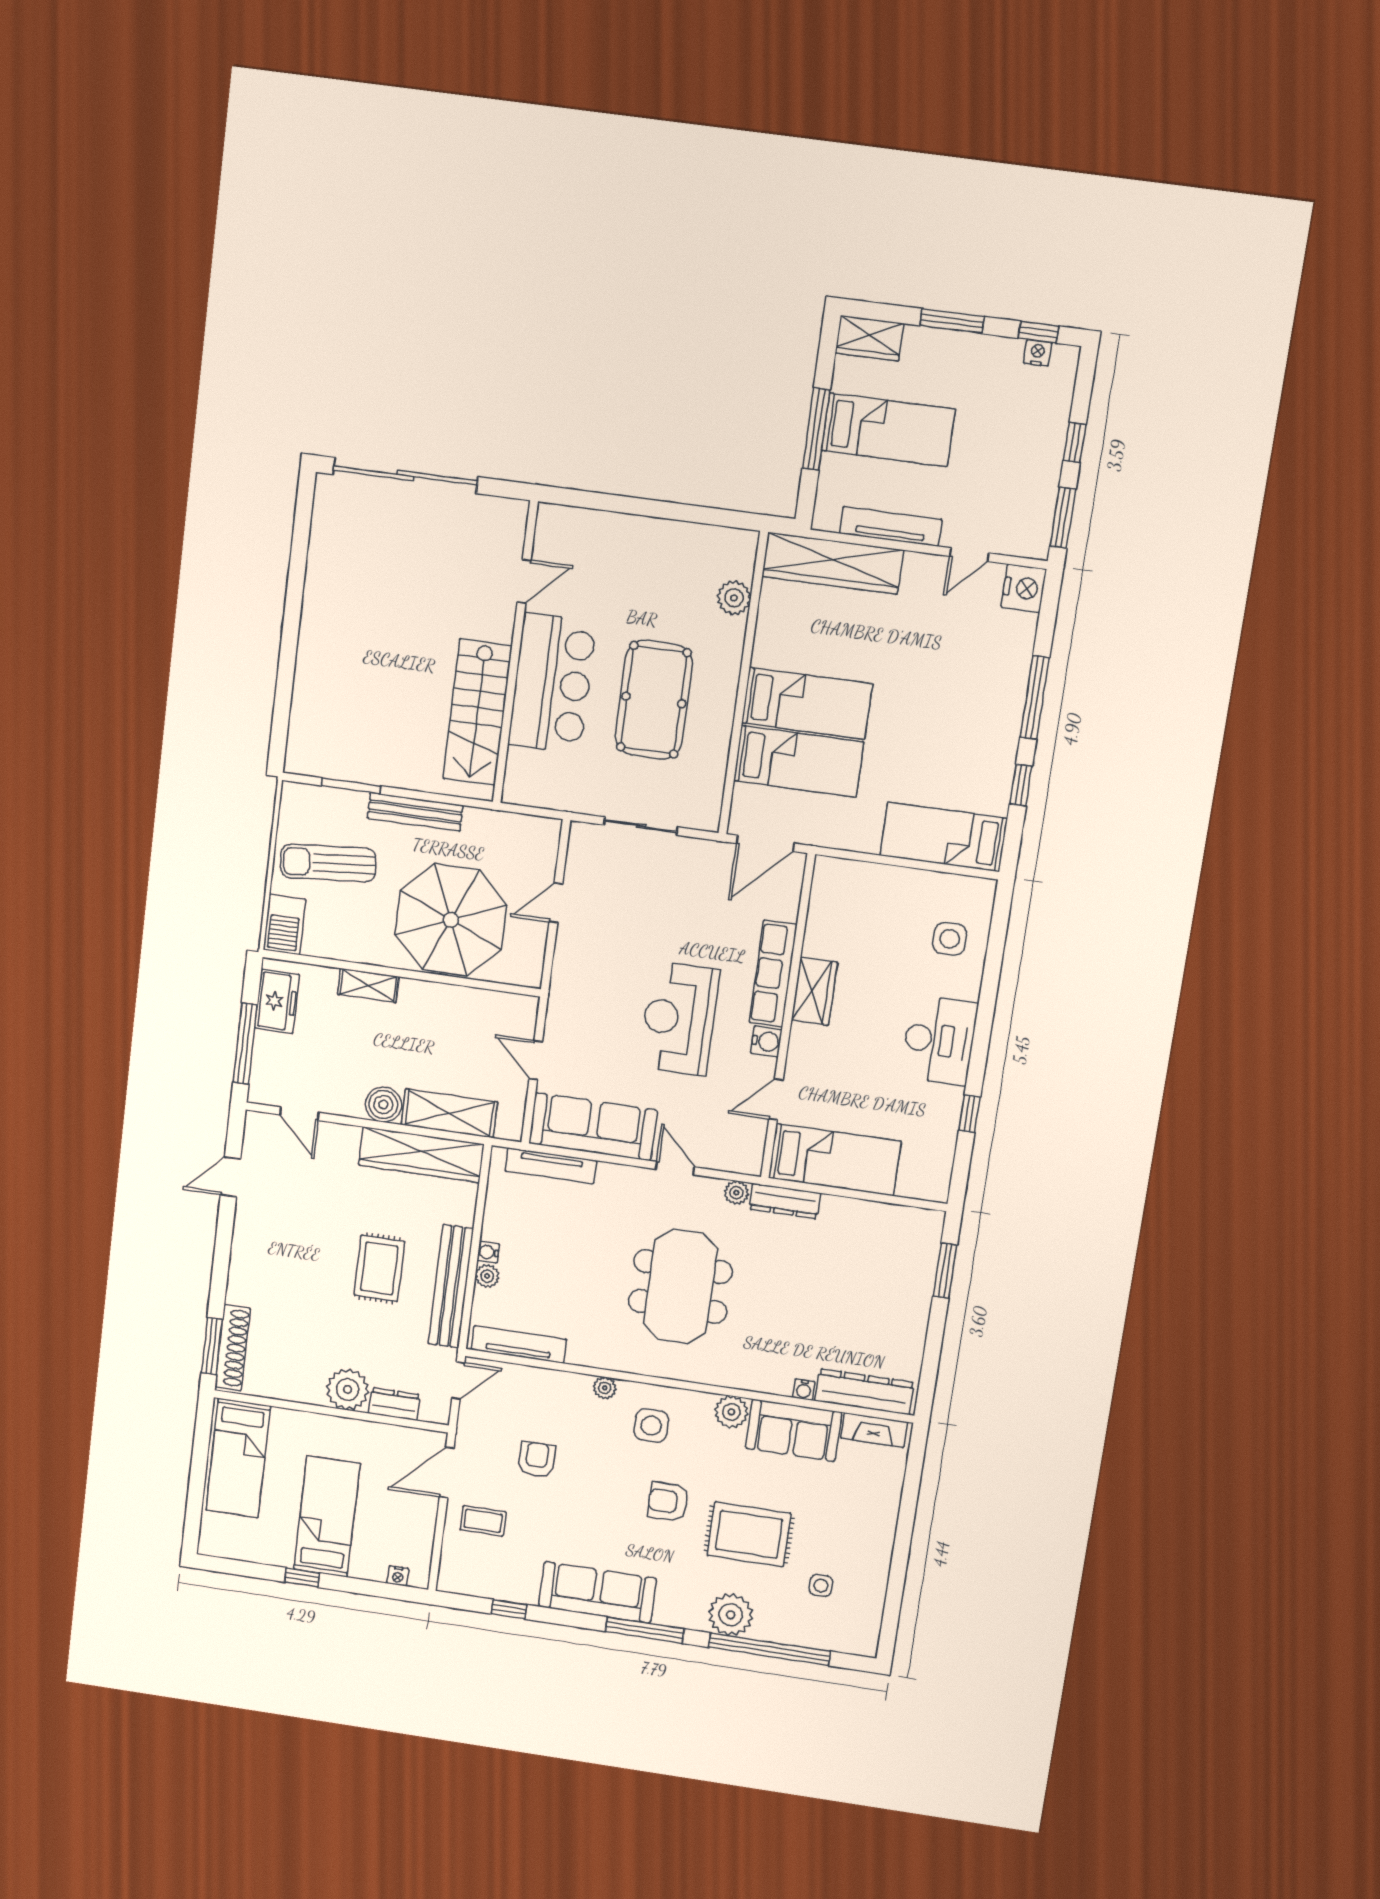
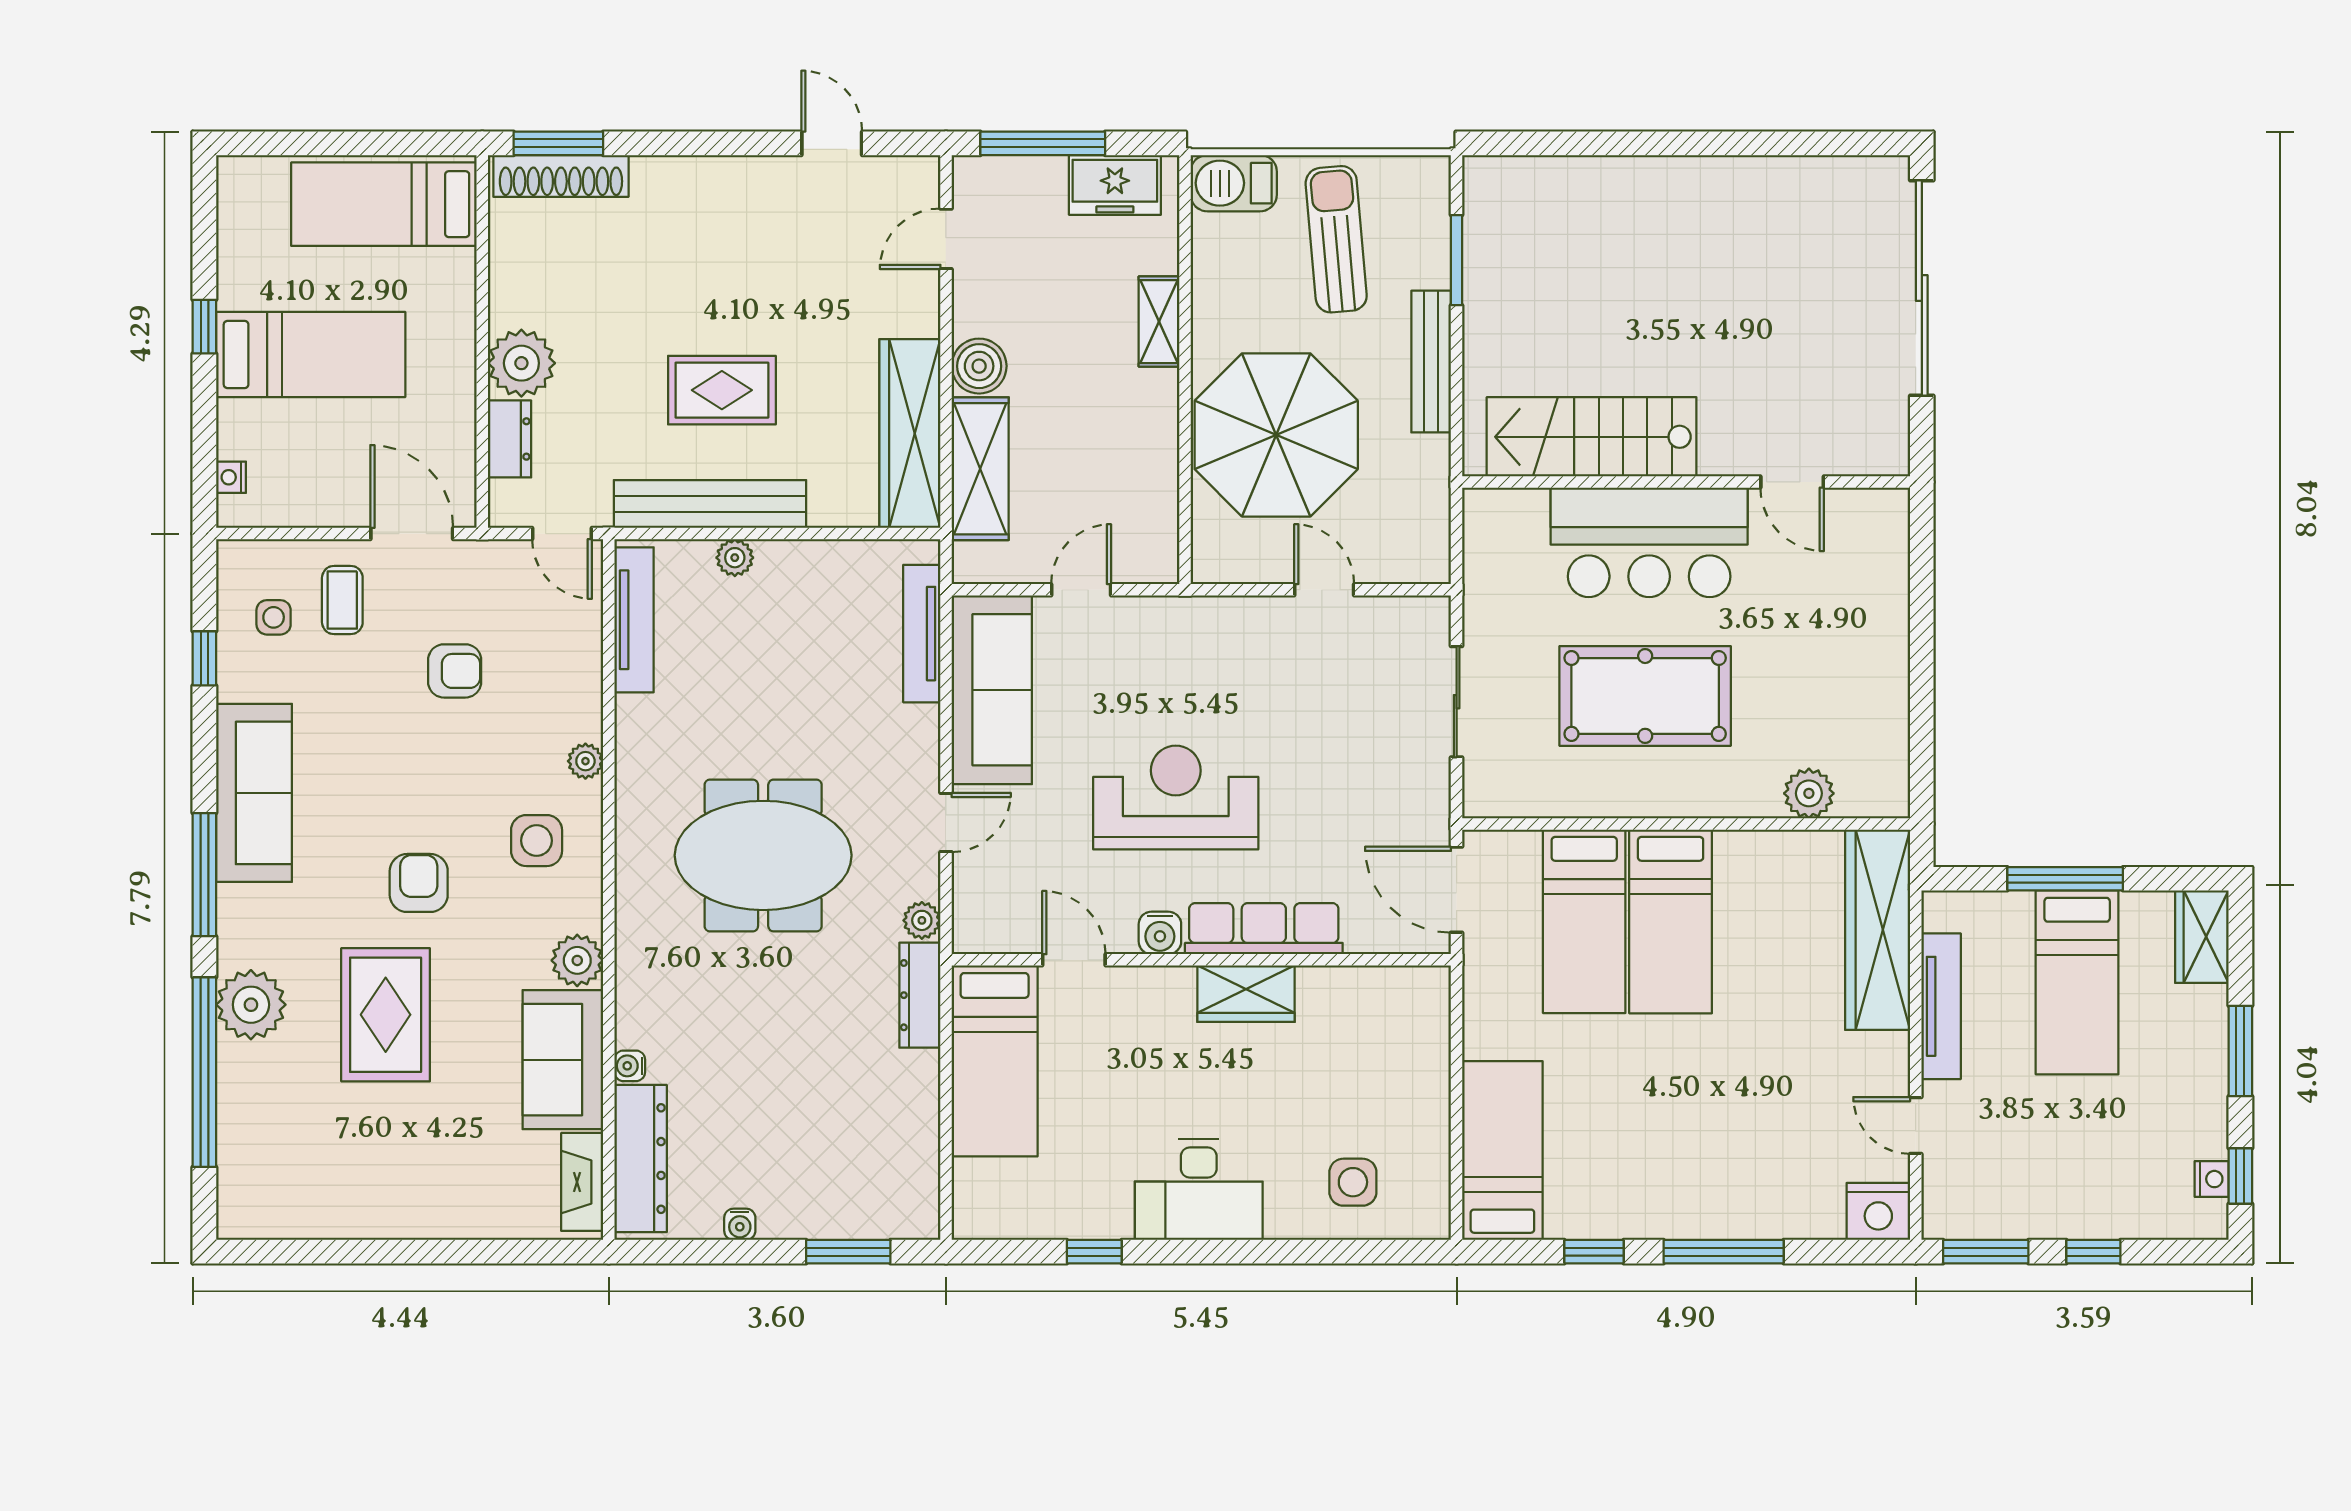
water cooler: (488, 1252) -> (740, 1224), moved, turned 180
side table: (821, 1586) -> (274, 617), moved

